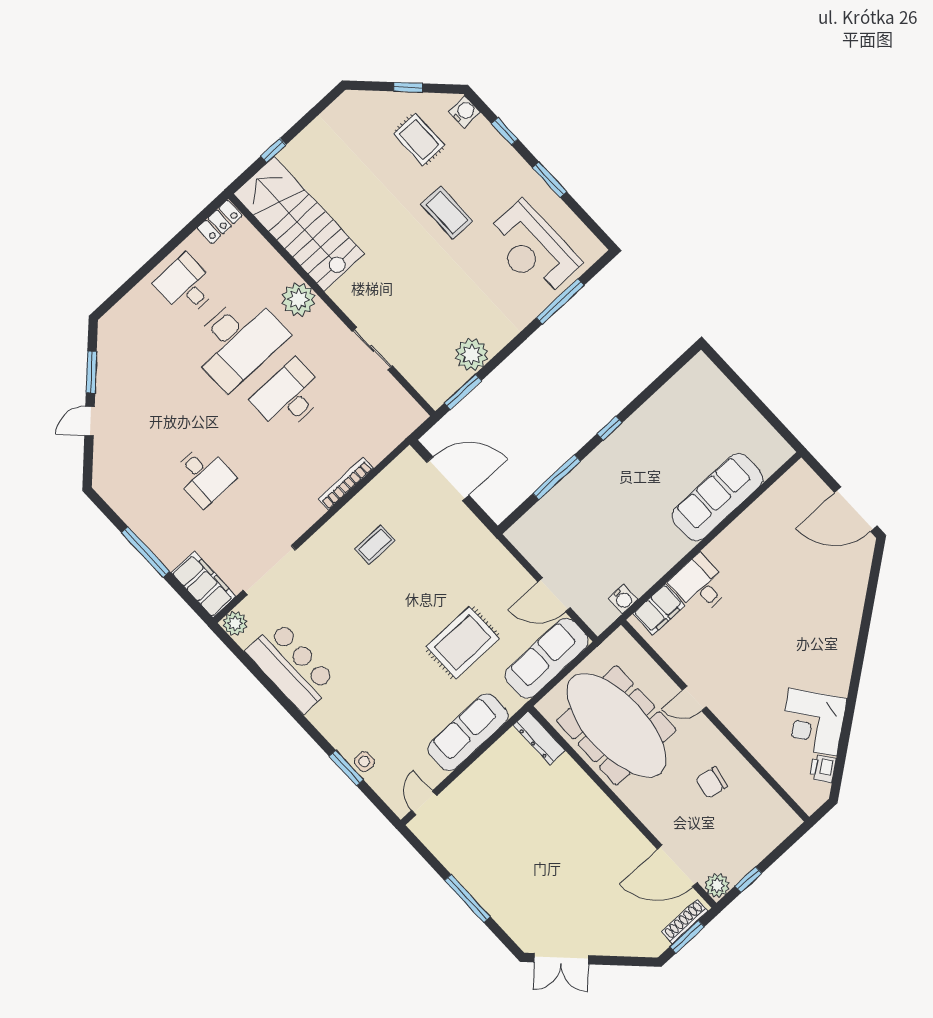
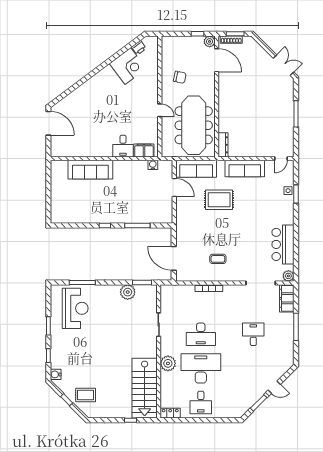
rug: (419, 139) -> (86, 395), moved, turned 90
coffee table: (447, 213) -> (92, 347), removed

